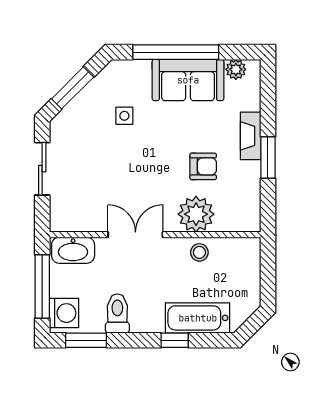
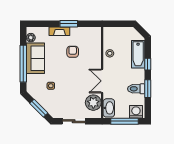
plant: (196, 214) -> (93, 103), moved
window: (86, 340) -> (148, 89), moved

